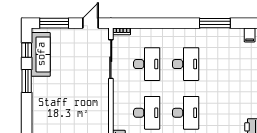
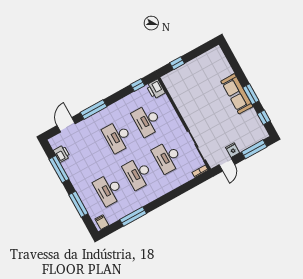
fridge: (77, 35) -> (233, 150), added
sofa: (41, 54) -> (237, 94), moved
desk: (225, 64) -> (109, 190), added

